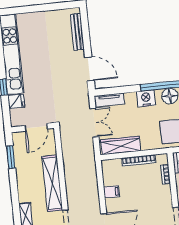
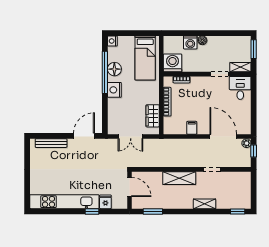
tv unit: (109, 100) -> (112, 122), removed
double door: (94, 122) -> (131, 137), swing flipped
wardrobe: (121, 145) -> (153, 116), width x0.67
shelving: (52, 183) -> (179, 178), width x0.68

